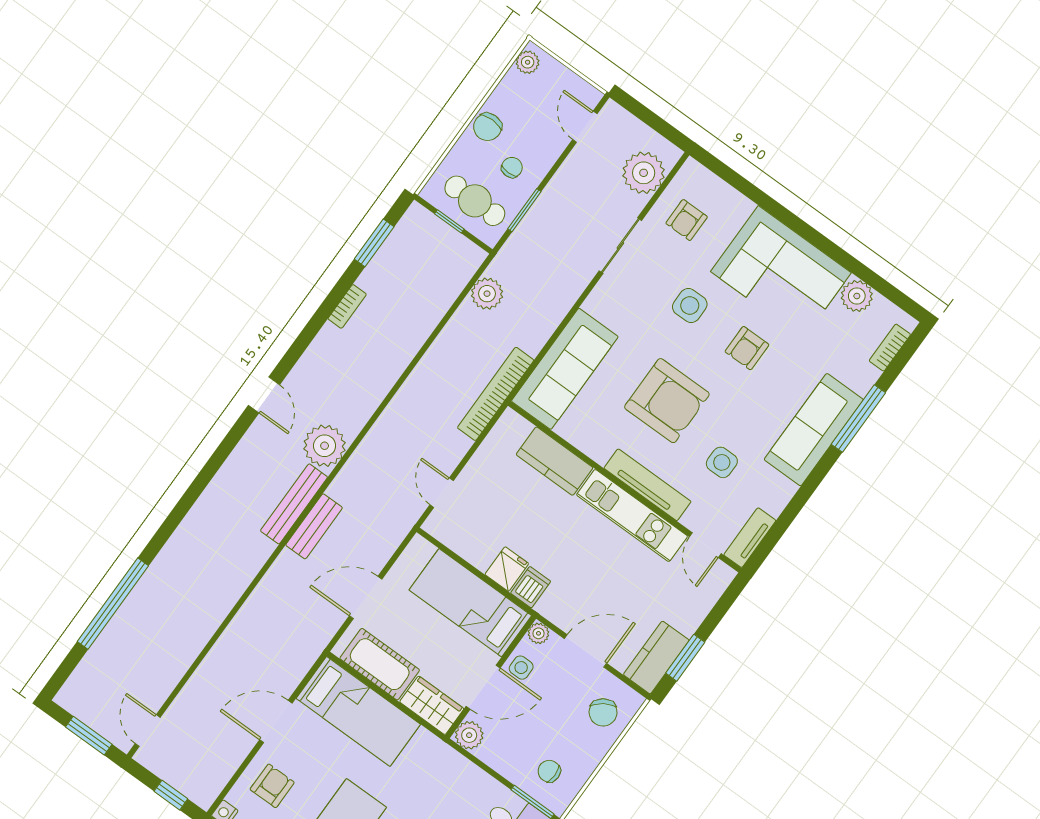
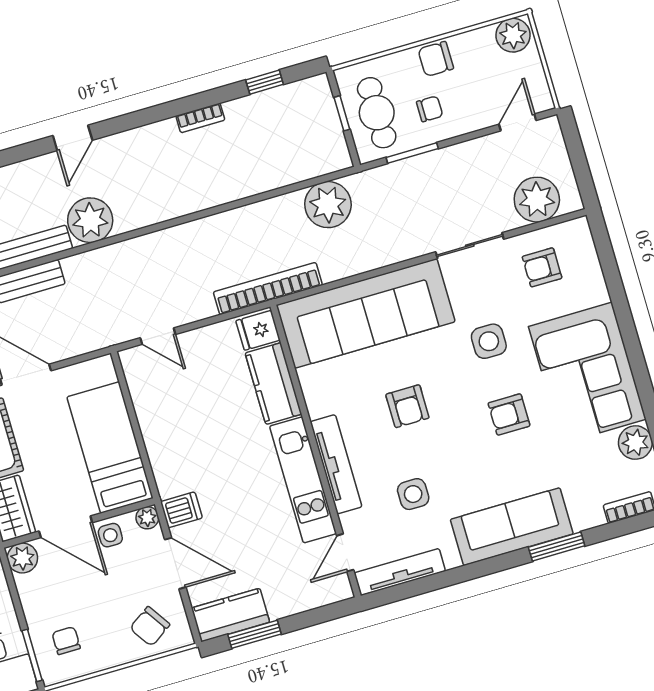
plant: (528, 62) -> (513, 35), width x1.38, depth x1.38
window: (374, 243) -> (265, 82), width x0.67
plant: (487, 294) -> (328, 205), width x1.36, depth x1.36
sofa: (565, 369) -> (366, 313), width x1.36, depth x1.27
armchair: (667, 401) -> (407, 406), width x0.53, depth x0.53
window: (858, 419) -> (557, 546), width x0.69
door: (442, 493) -> (158, 336), swing flipped
tv unit: (750, 538) -> (400, 572), width x1.41
fridge: (507, 569) -> (258, 330), moved, turned 180
dishwasher: (531, 587) -> (181, 510), moved

